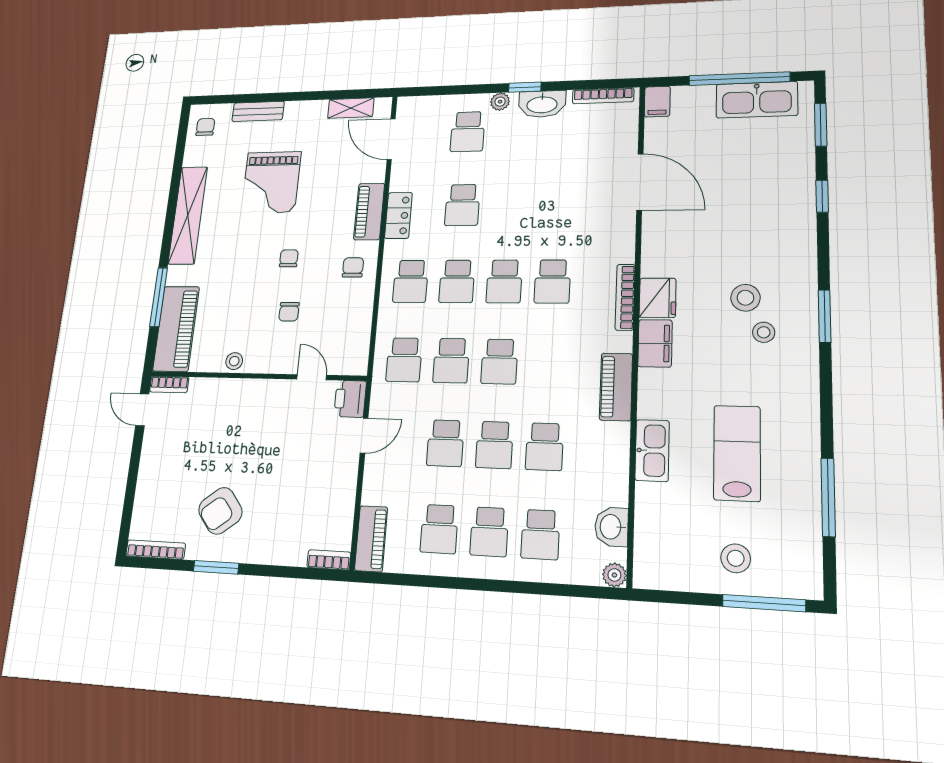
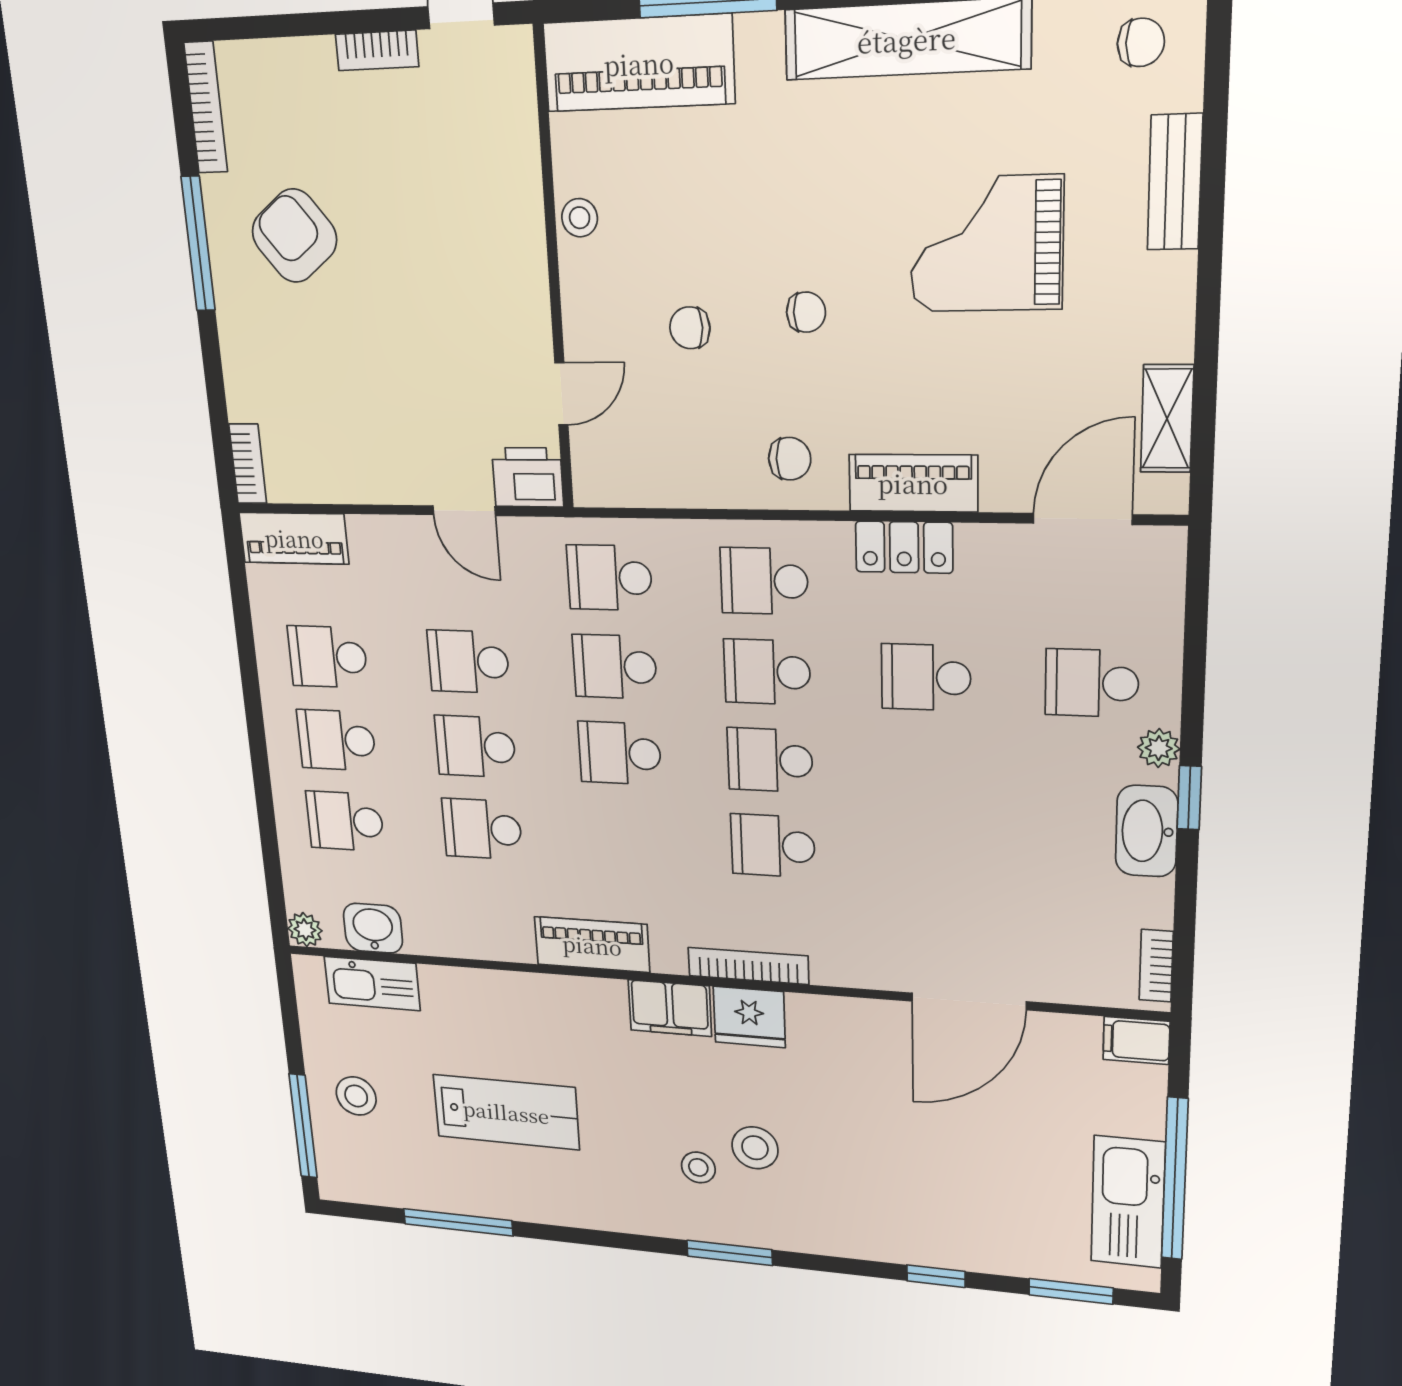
bookcase: (603, 96) -> (1156, 966), width x0.64
bookcase: (169, 384) -> (377, 50), moved, turned -90
kitchen sink: (652, 450) -> (372, 983), moved
window: (216, 567) -> (198, 244), width x1.44

